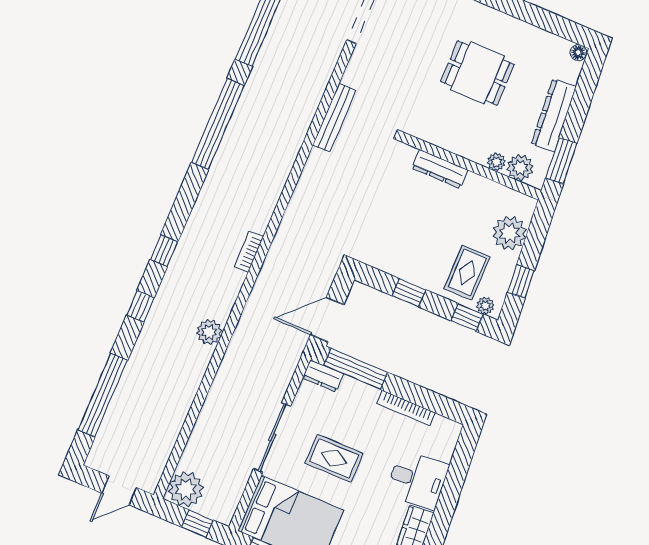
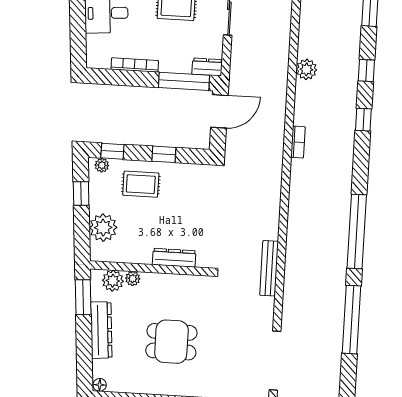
rug: (467, 273) -> (141, 184), moved, turned 90

